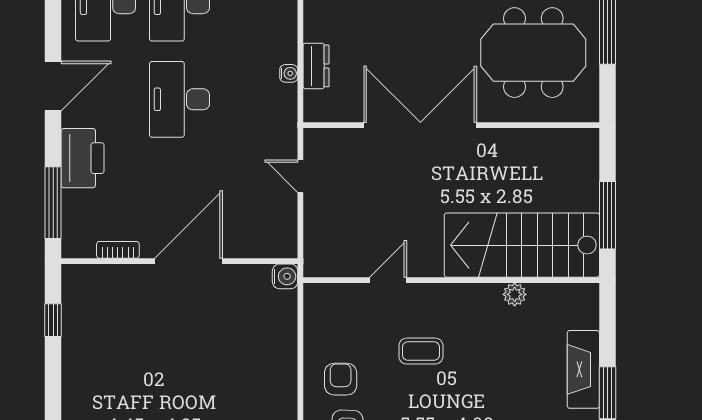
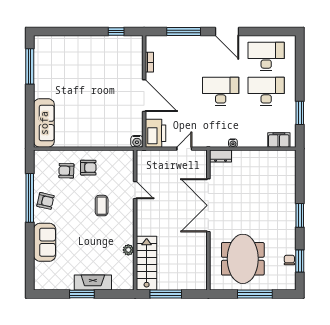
dresser: (316, 66) -> (221, 156), moved
double door: (420, 125) -> (208, 205), swing flipped
printer: (83, 158) -> (156, 133), moved, turned -90
window: (53, 203) -> (184, 32), moved
stairs: (522, 245) -> (147, 263), width x0.73, depth x0.66

